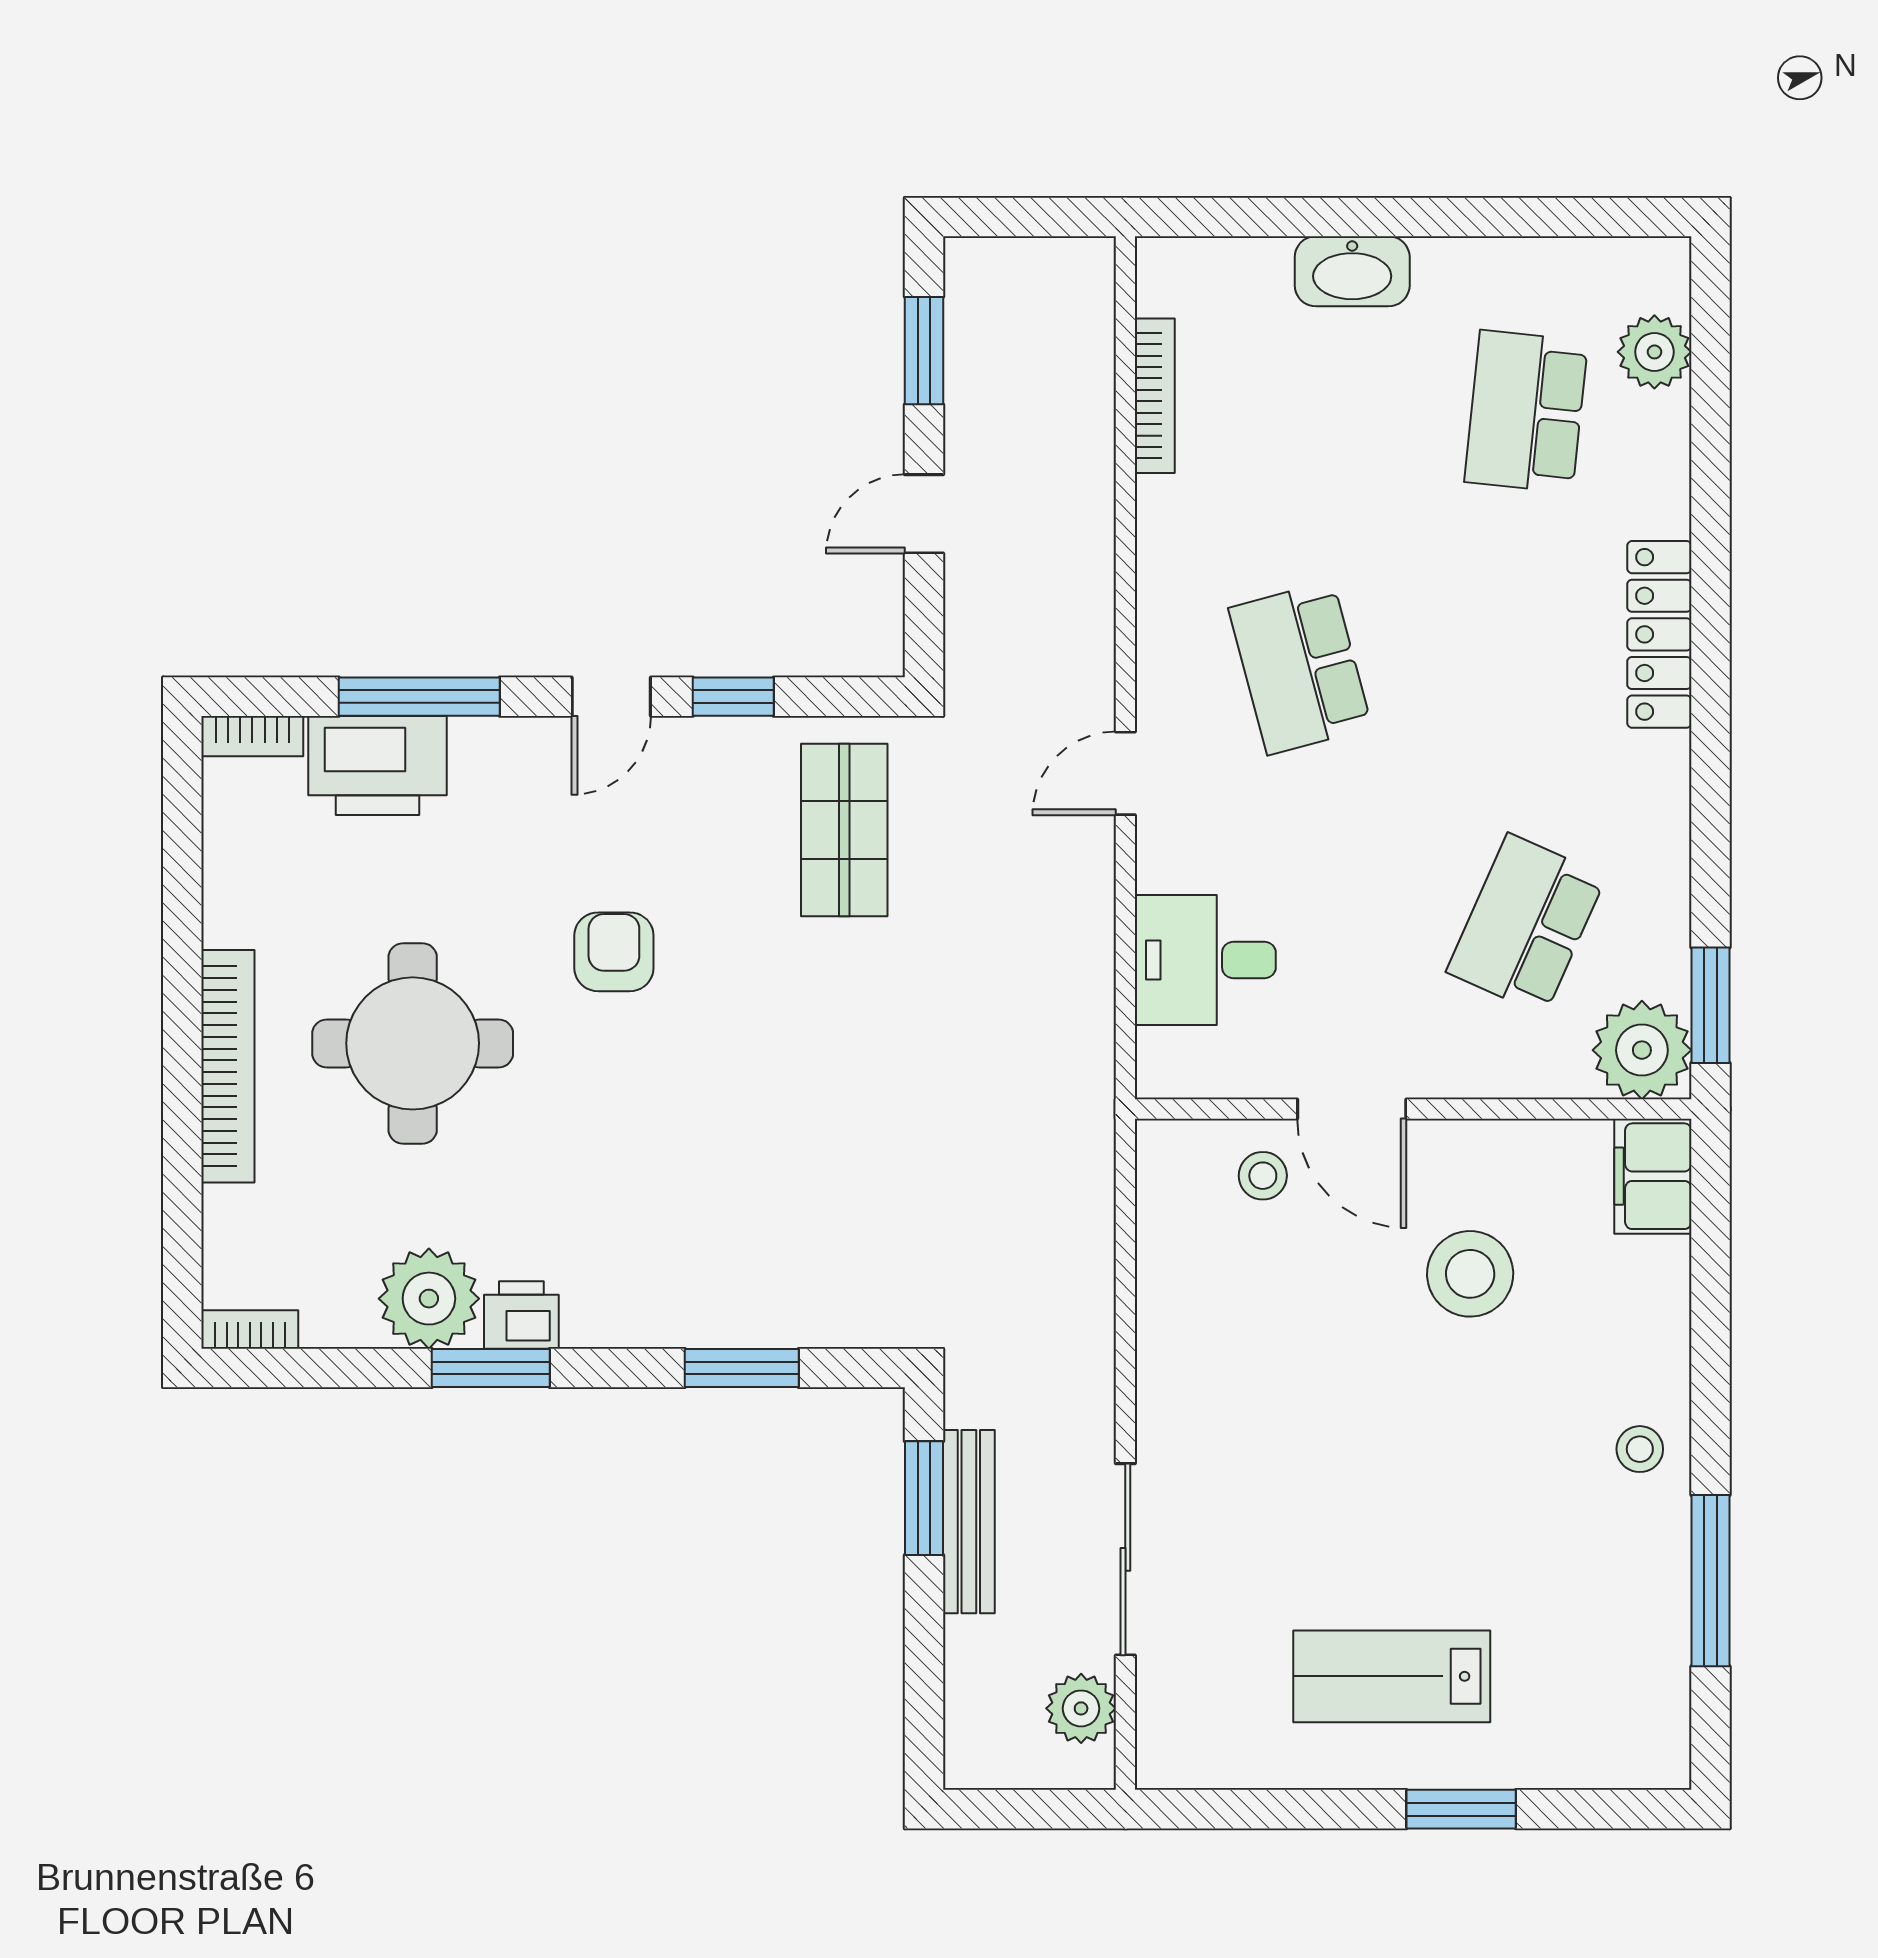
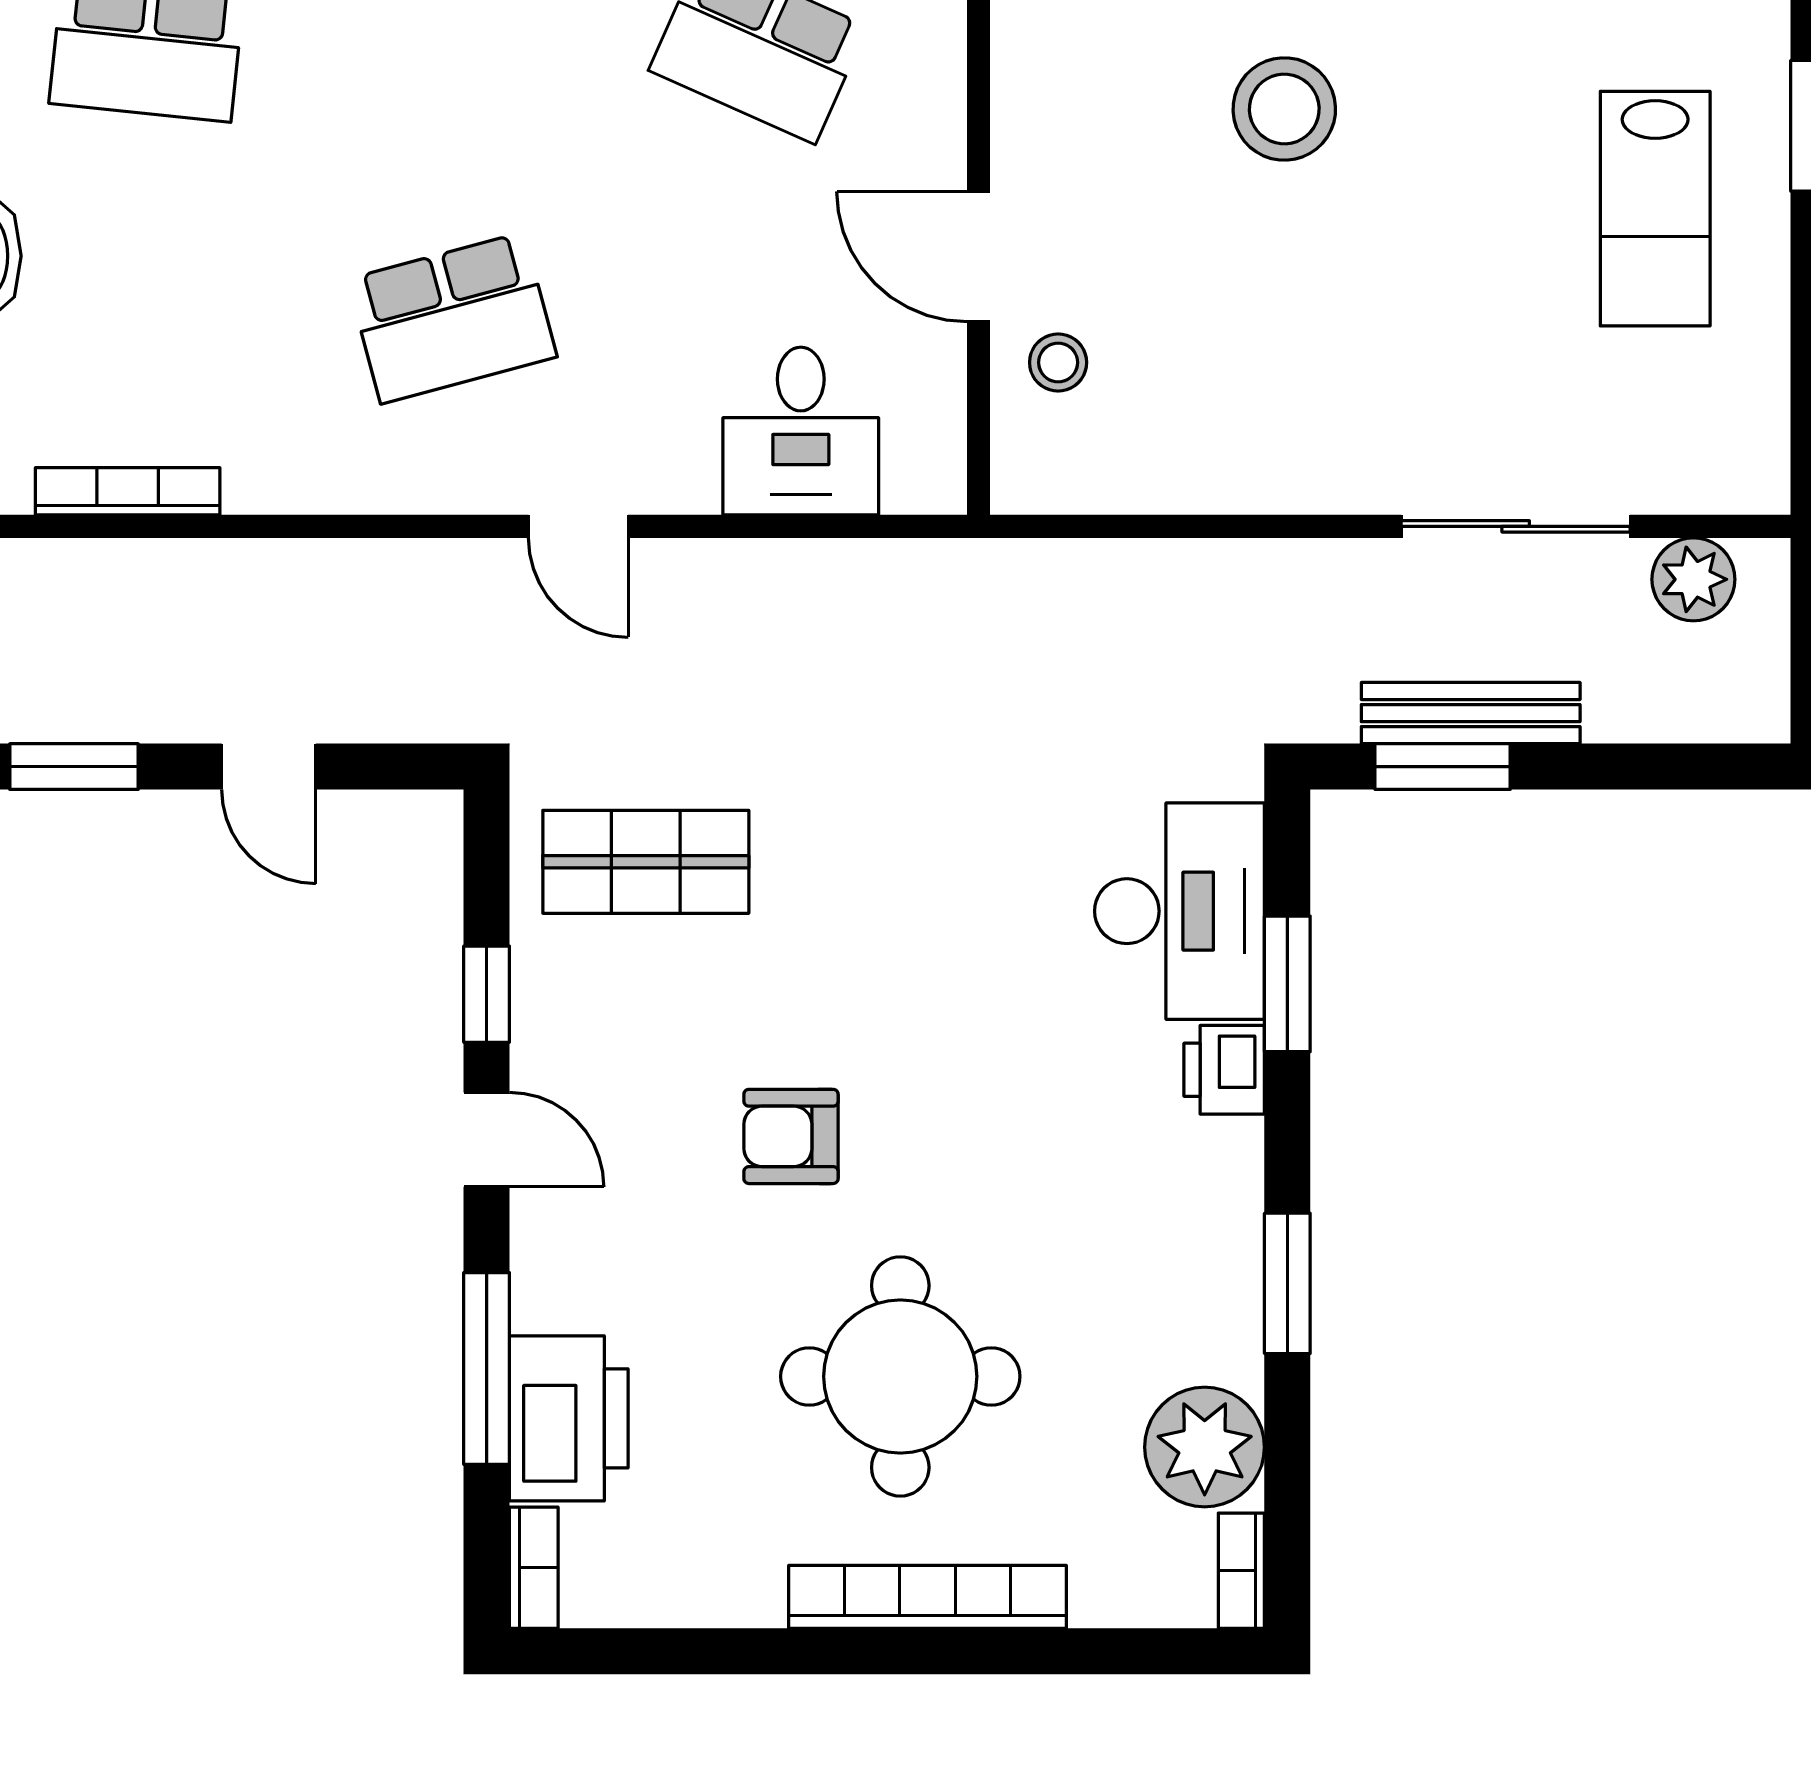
door: (1352, 1109) -> (978, 256), swing flipped
stool: (1470, 1274) -> (1284, 109), moved
desk: (803, 1278) -> (1180, 911), added
plant: (429, 1299) -> (1205, 1447), moved
printer: (521, 1315) -> (1224, 1070), moved

